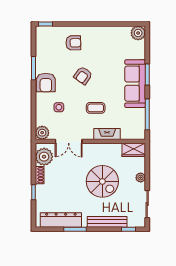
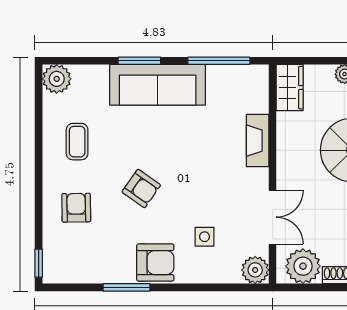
coffee table: (96, 108) -> (77, 142), moved

